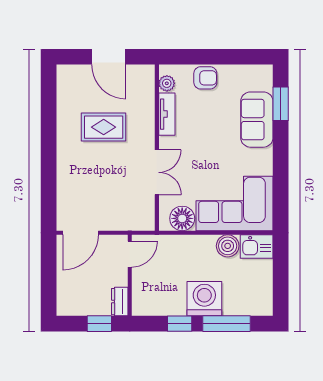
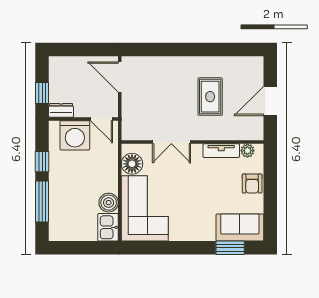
sofa: (257, 120) -> (240, 228), moved
washing machine: (204, 299) -> (75, 135), moved, turned 90

